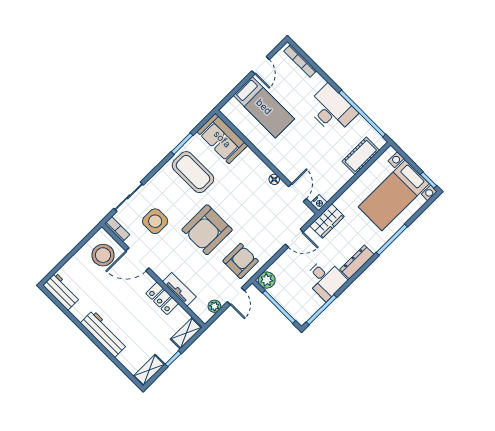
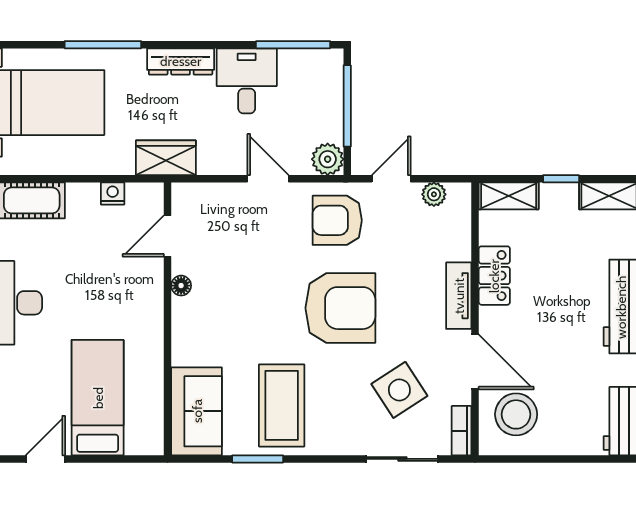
nightstand: (319, 203) -> (113, 193), moved
side table: (155, 221) -> (399, 390), turned -33
door: (294, 238) -> (268, 179), moved
tv unit: (179, 289) -> (459, 296), moved

